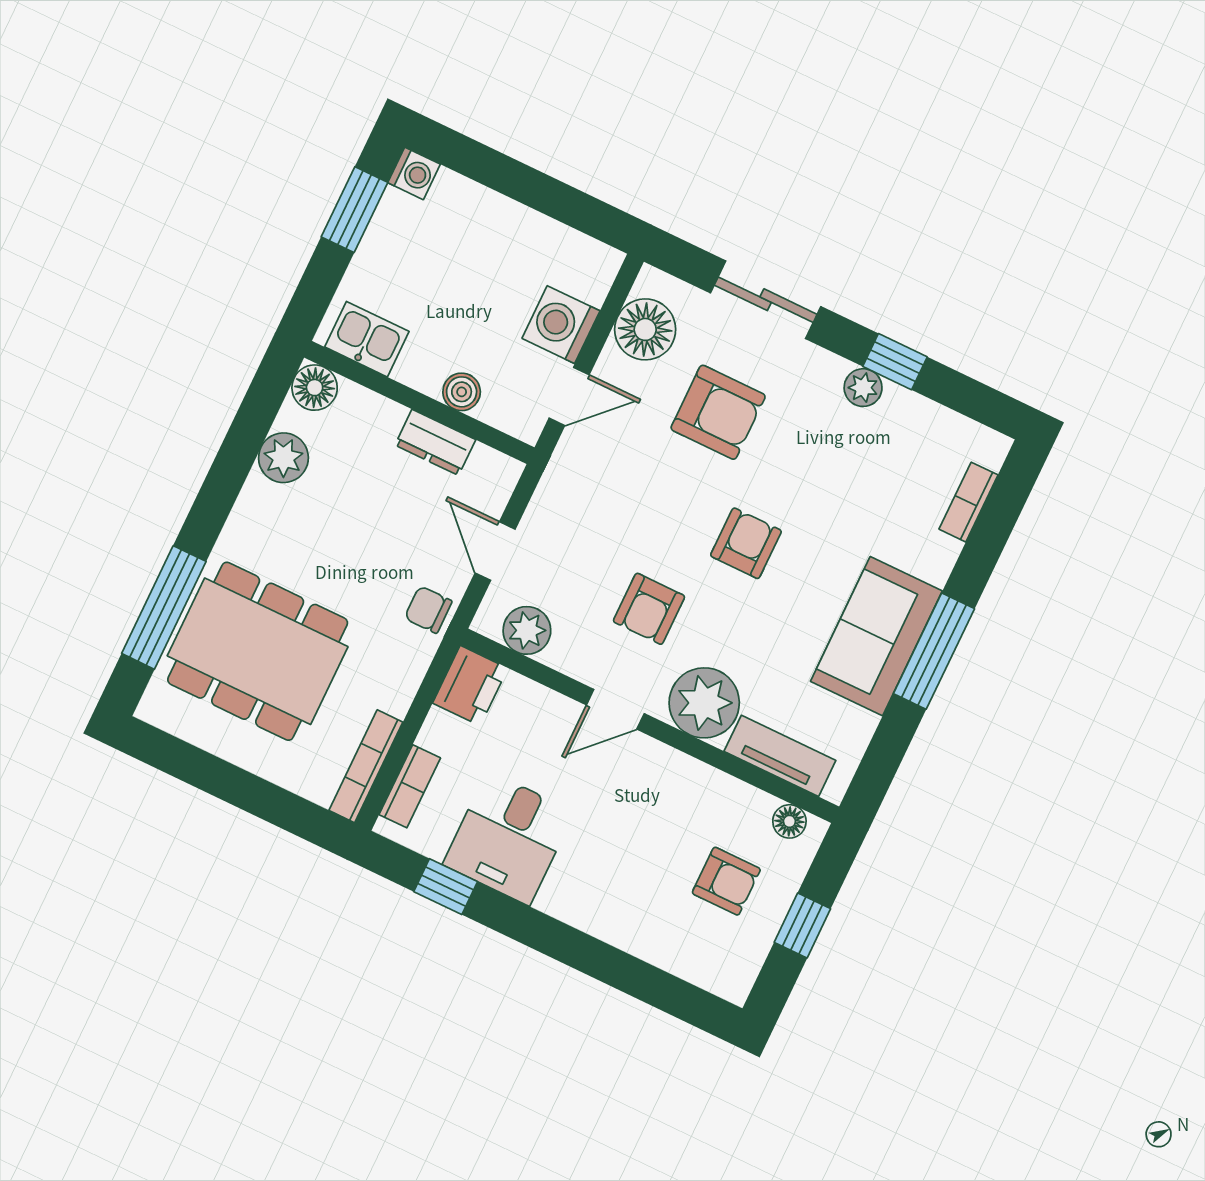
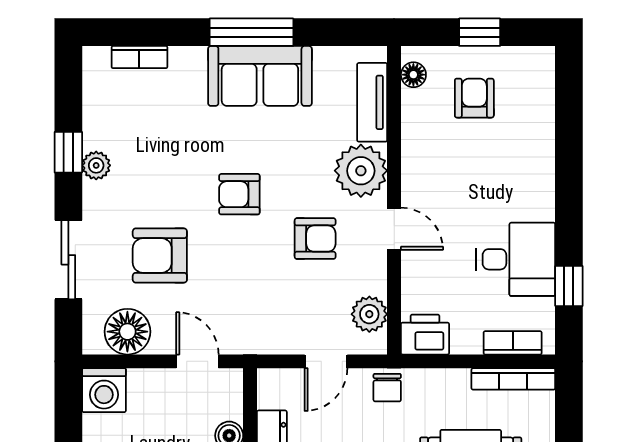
washing machine: (561, 325) -> (104, 390), moved
armchair: (718, 412) -> (160, 256), turned -90

